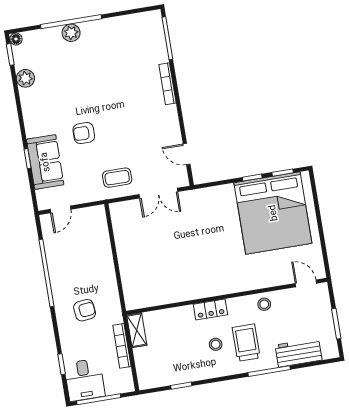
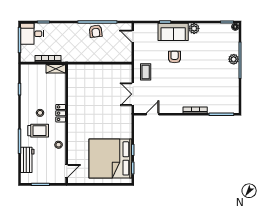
plant: (25, 78) -> (194, 28), moved
sofa: (45, 162) -> (173, 32), moved
armchair: (85, 310) -> (96, 31), moved

